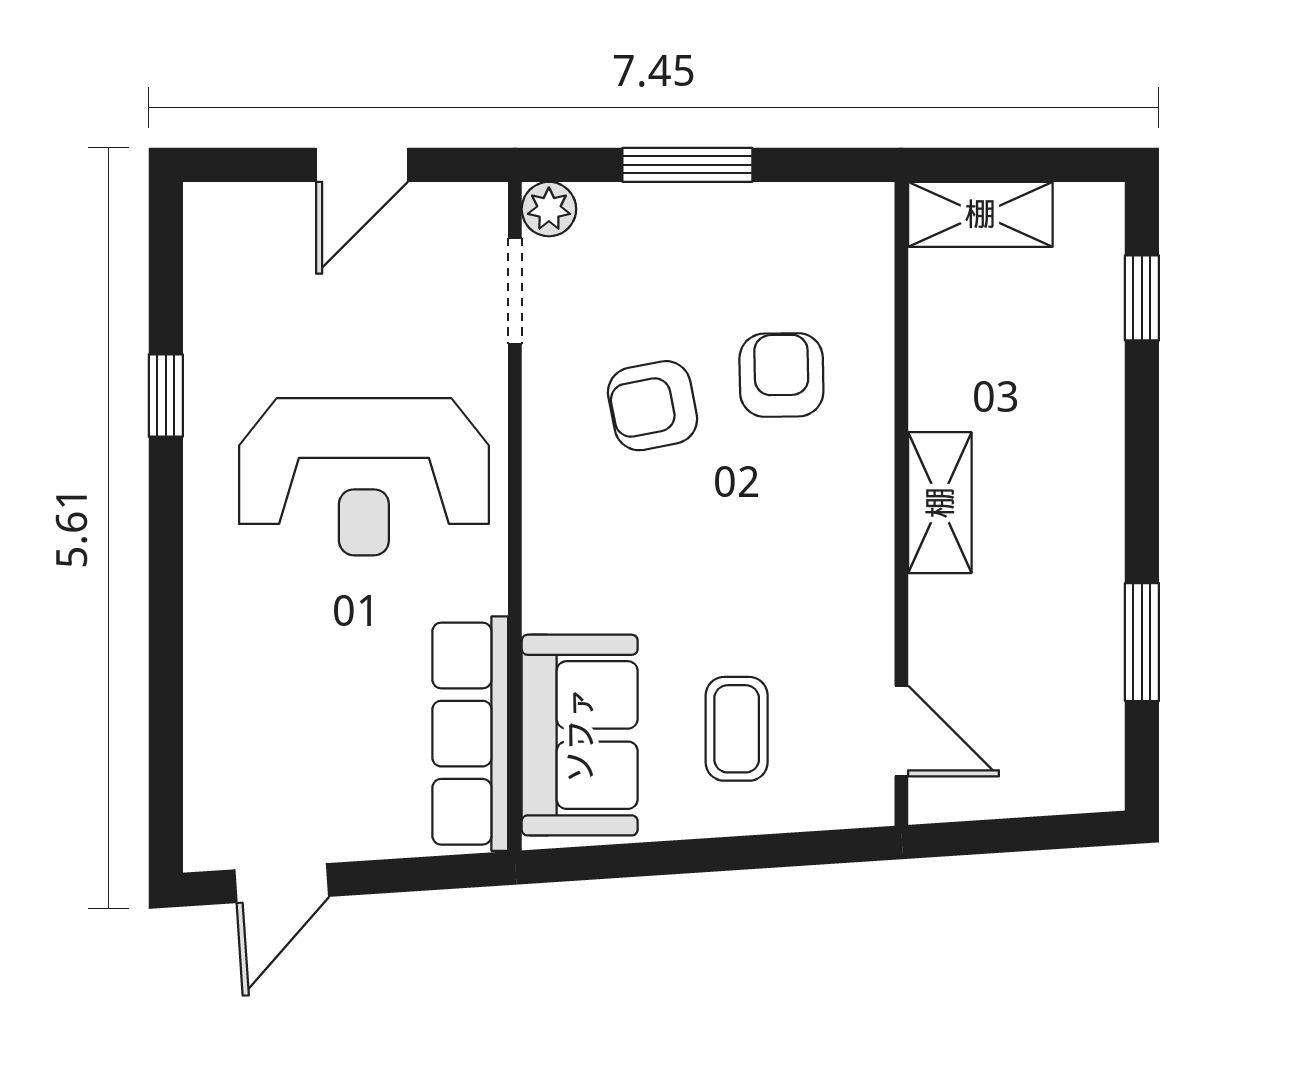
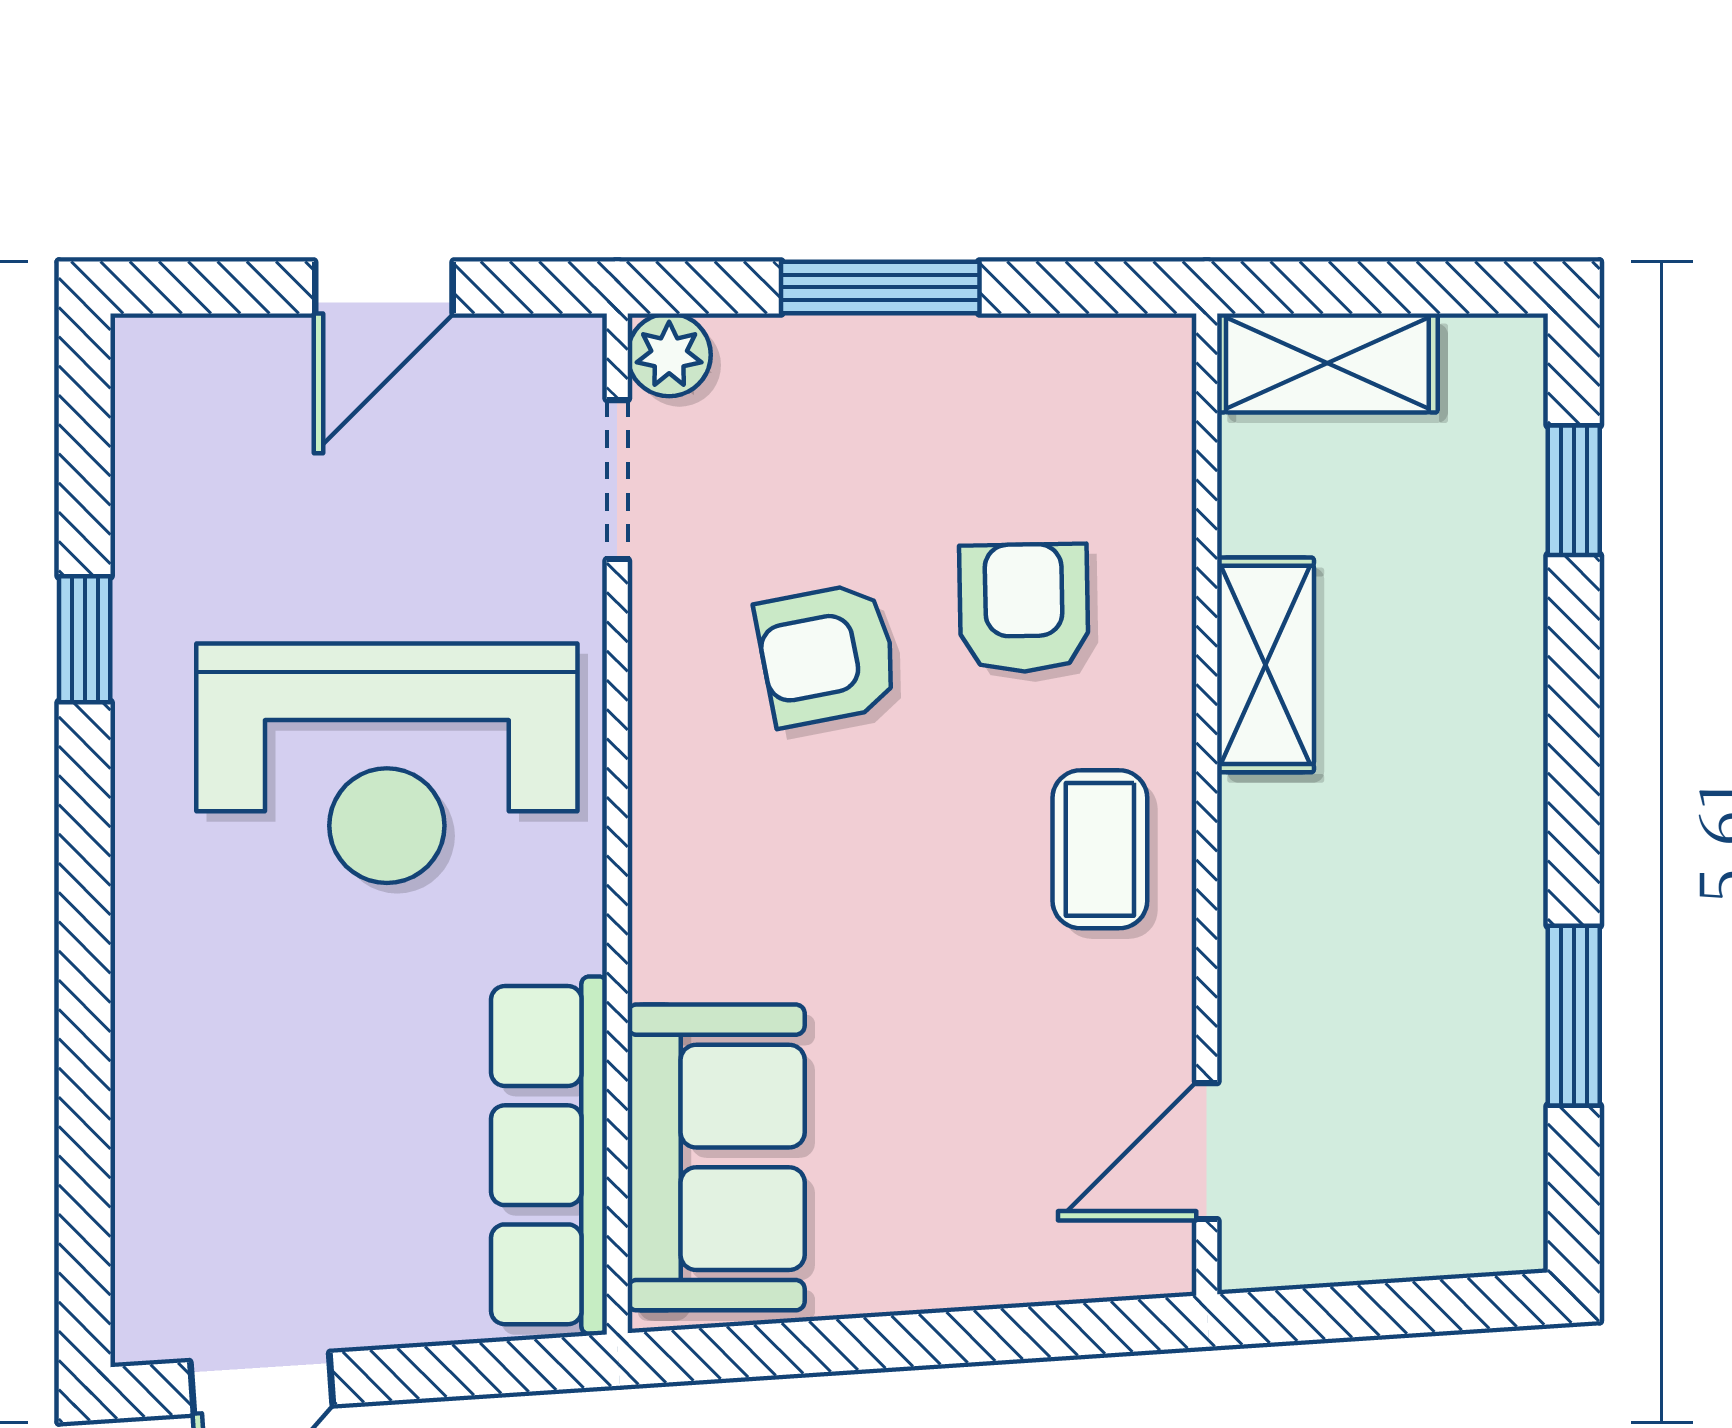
shelving: (940, 503) -> (1265, 665), moved
coffee table: (737, 729) -> (1100, 849), moved
door: (901, 731) -> (1207, 1151), swing flipped

